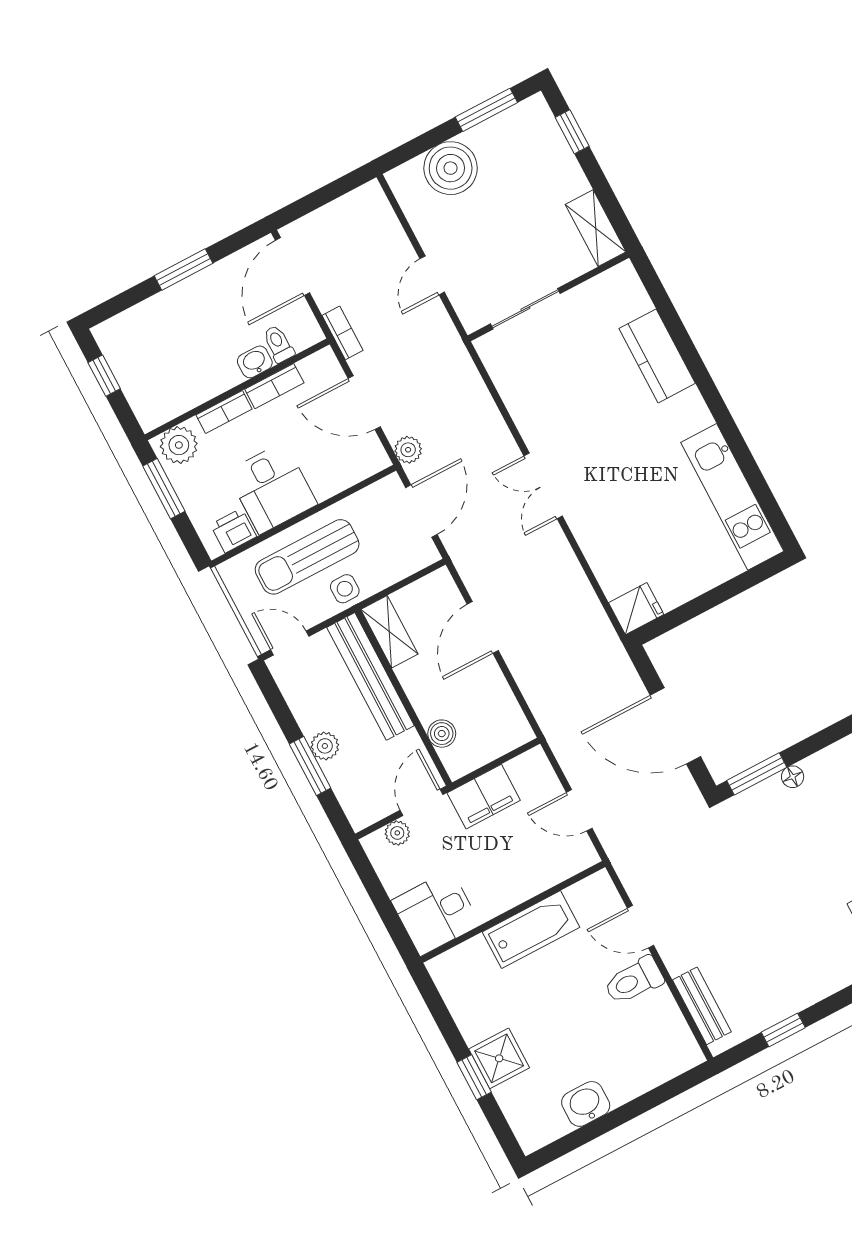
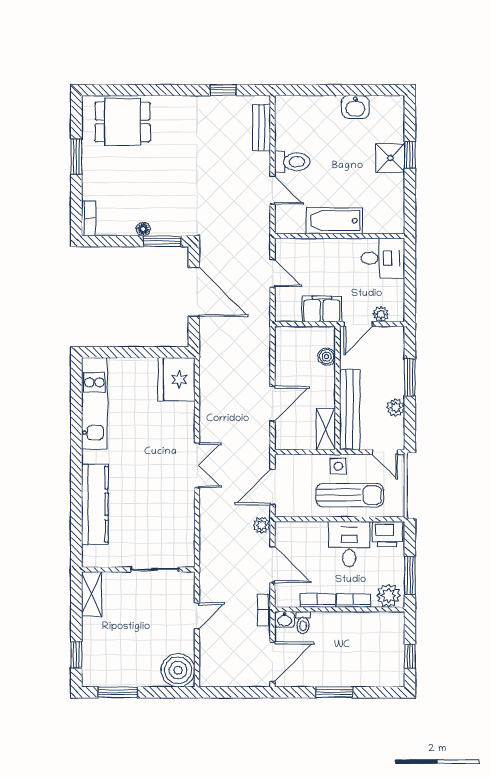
boiler: (451, 168) -> (178, 670), moved
kitchen counter: (657, 356) -> (95, 504), width x1.50
washbasin: (255, 362) -> (285, 620), moved
printer: (233, 531) -> (387, 534), width x1.36, depth x1.24
fridge: (636, 609) -> (176, 379), width x1.88, depth x1.34
plant: (325, 746) -> (396, 407), moved

